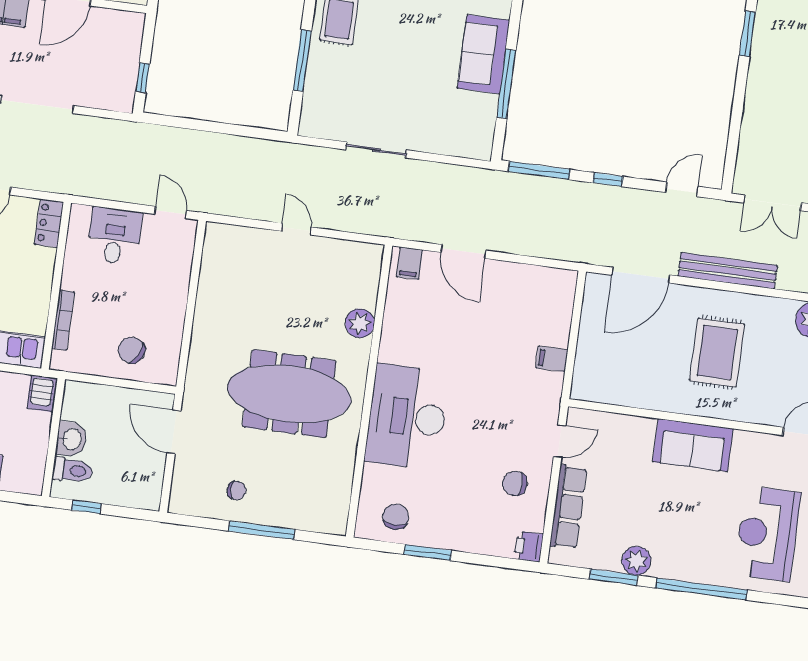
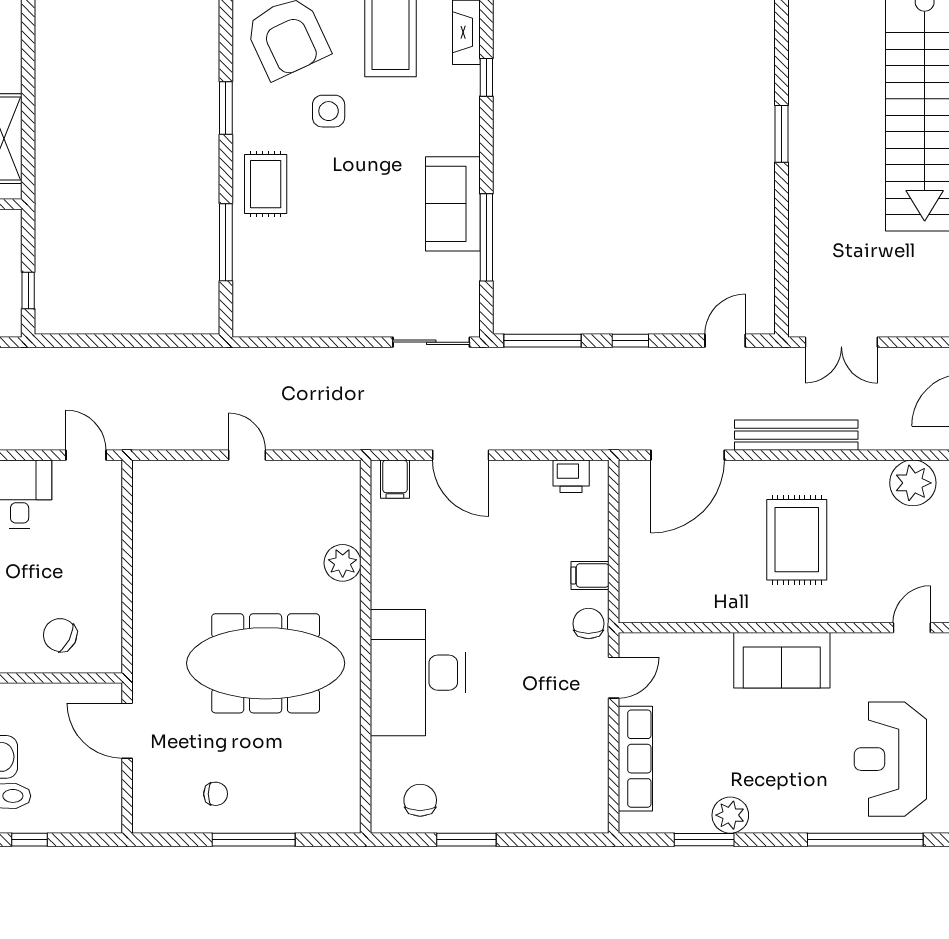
sliding door: (376, 150) -> (431, 342), moved
chair: (515, 483) -> (588, 624), moved, turned 90
printer: (529, 547) -> (571, 476), moved, turned -90
window: (701, 589) -> (865, 840), moved

